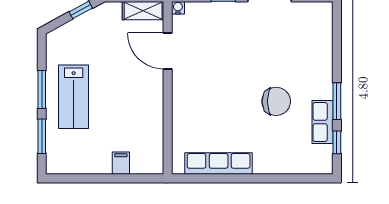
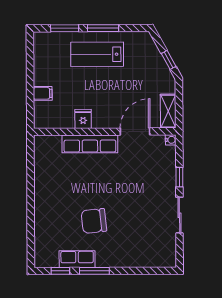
chair: (276, 101) -> (94, 221), turned 84
fridge: (152, 114) -> (83, 119), added
row of seats: (219, 163) -> (90, 144), moved, turned 90

